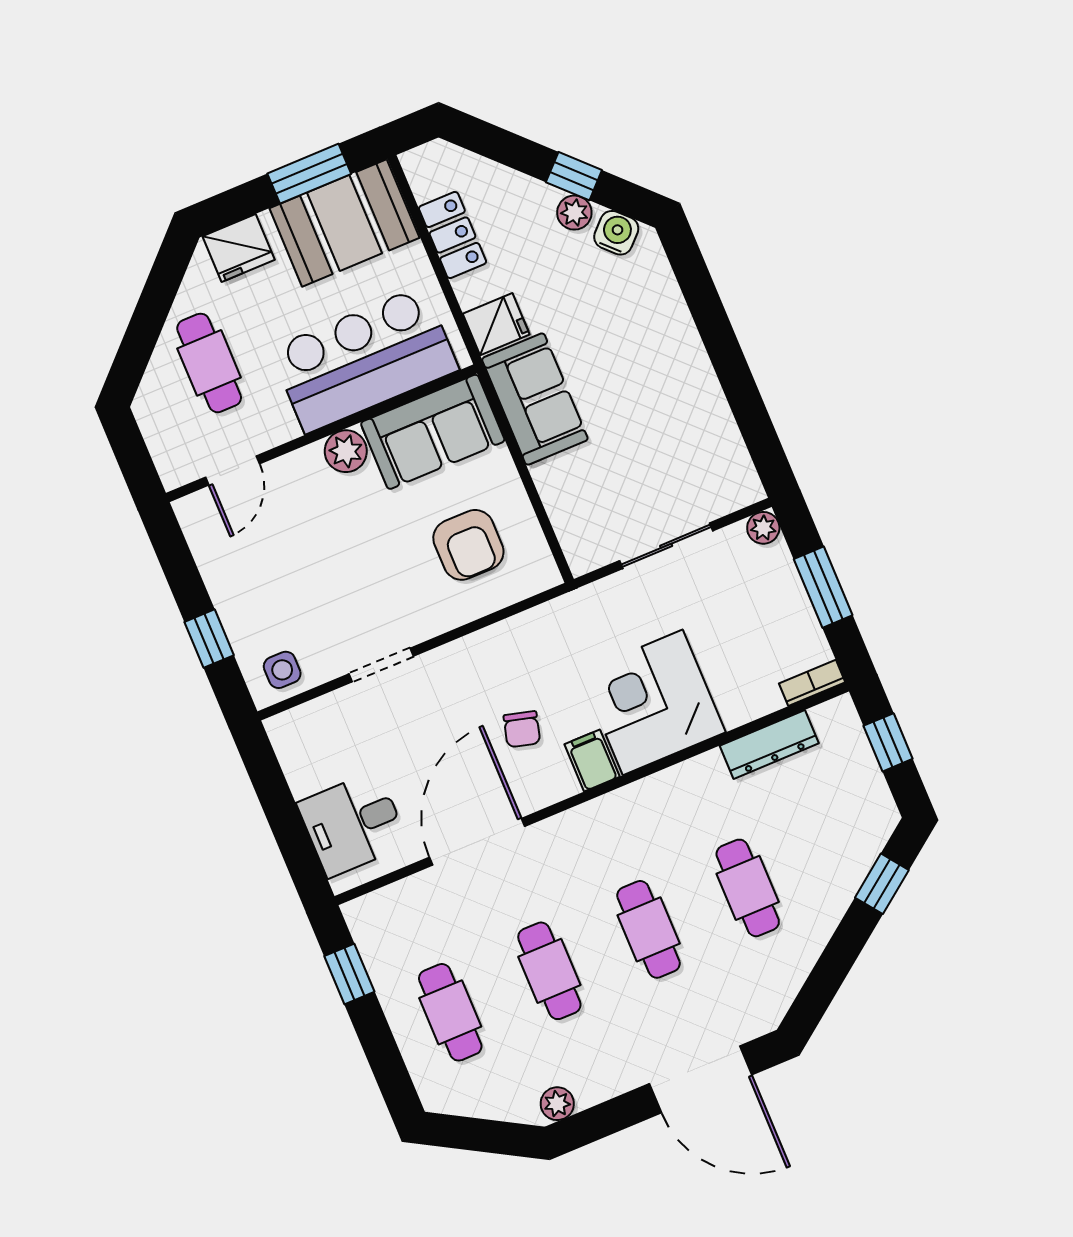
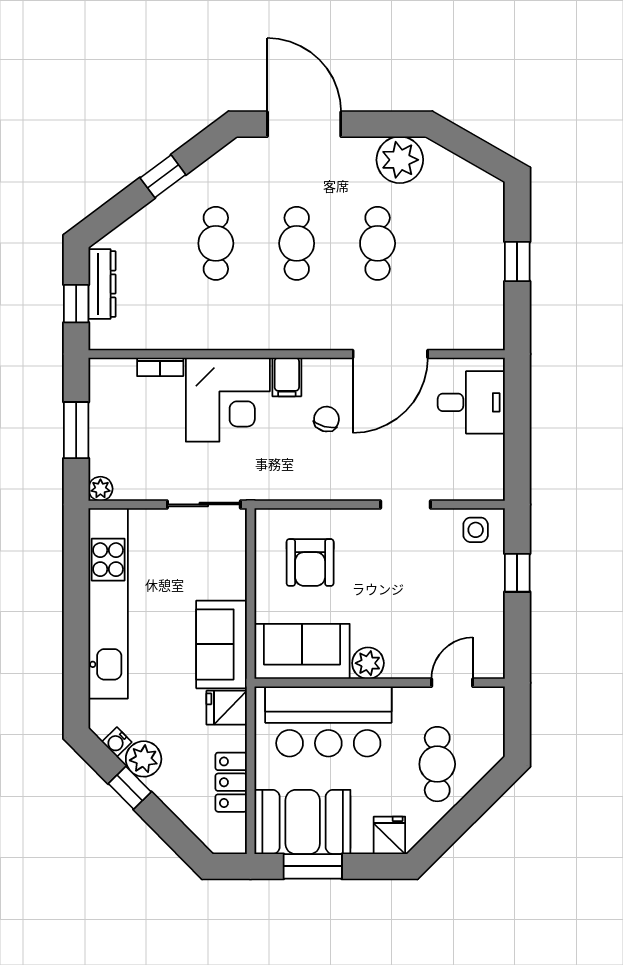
plant: (574, 213) -> (144, 759), width x1.38, depth x1.38
water cooler: (616, 233) -> (117, 742), width x0.72, depth x0.72
fridge: (239, 248) -> (389, 835), width x0.72
kitchen unit: (695, 391) -> (108, 603), added
armchair: (468, 545) -> (310, 562), turned 180
sliding door: (666, 546) -> (204, 504), moved
bookcase: (812, 683) -> (160, 367), moved
dresser: (769, 744) -> (102, 284), moved, turned 90
window: (882, 884) -> (163, 176), moved
window: (349, 974) -> (517, 261), moved
cafe table: (450, 1012) -> (458, 243), removed
plant: (557, 1104) -> (400, 160), width x1.87, depth x1.87

